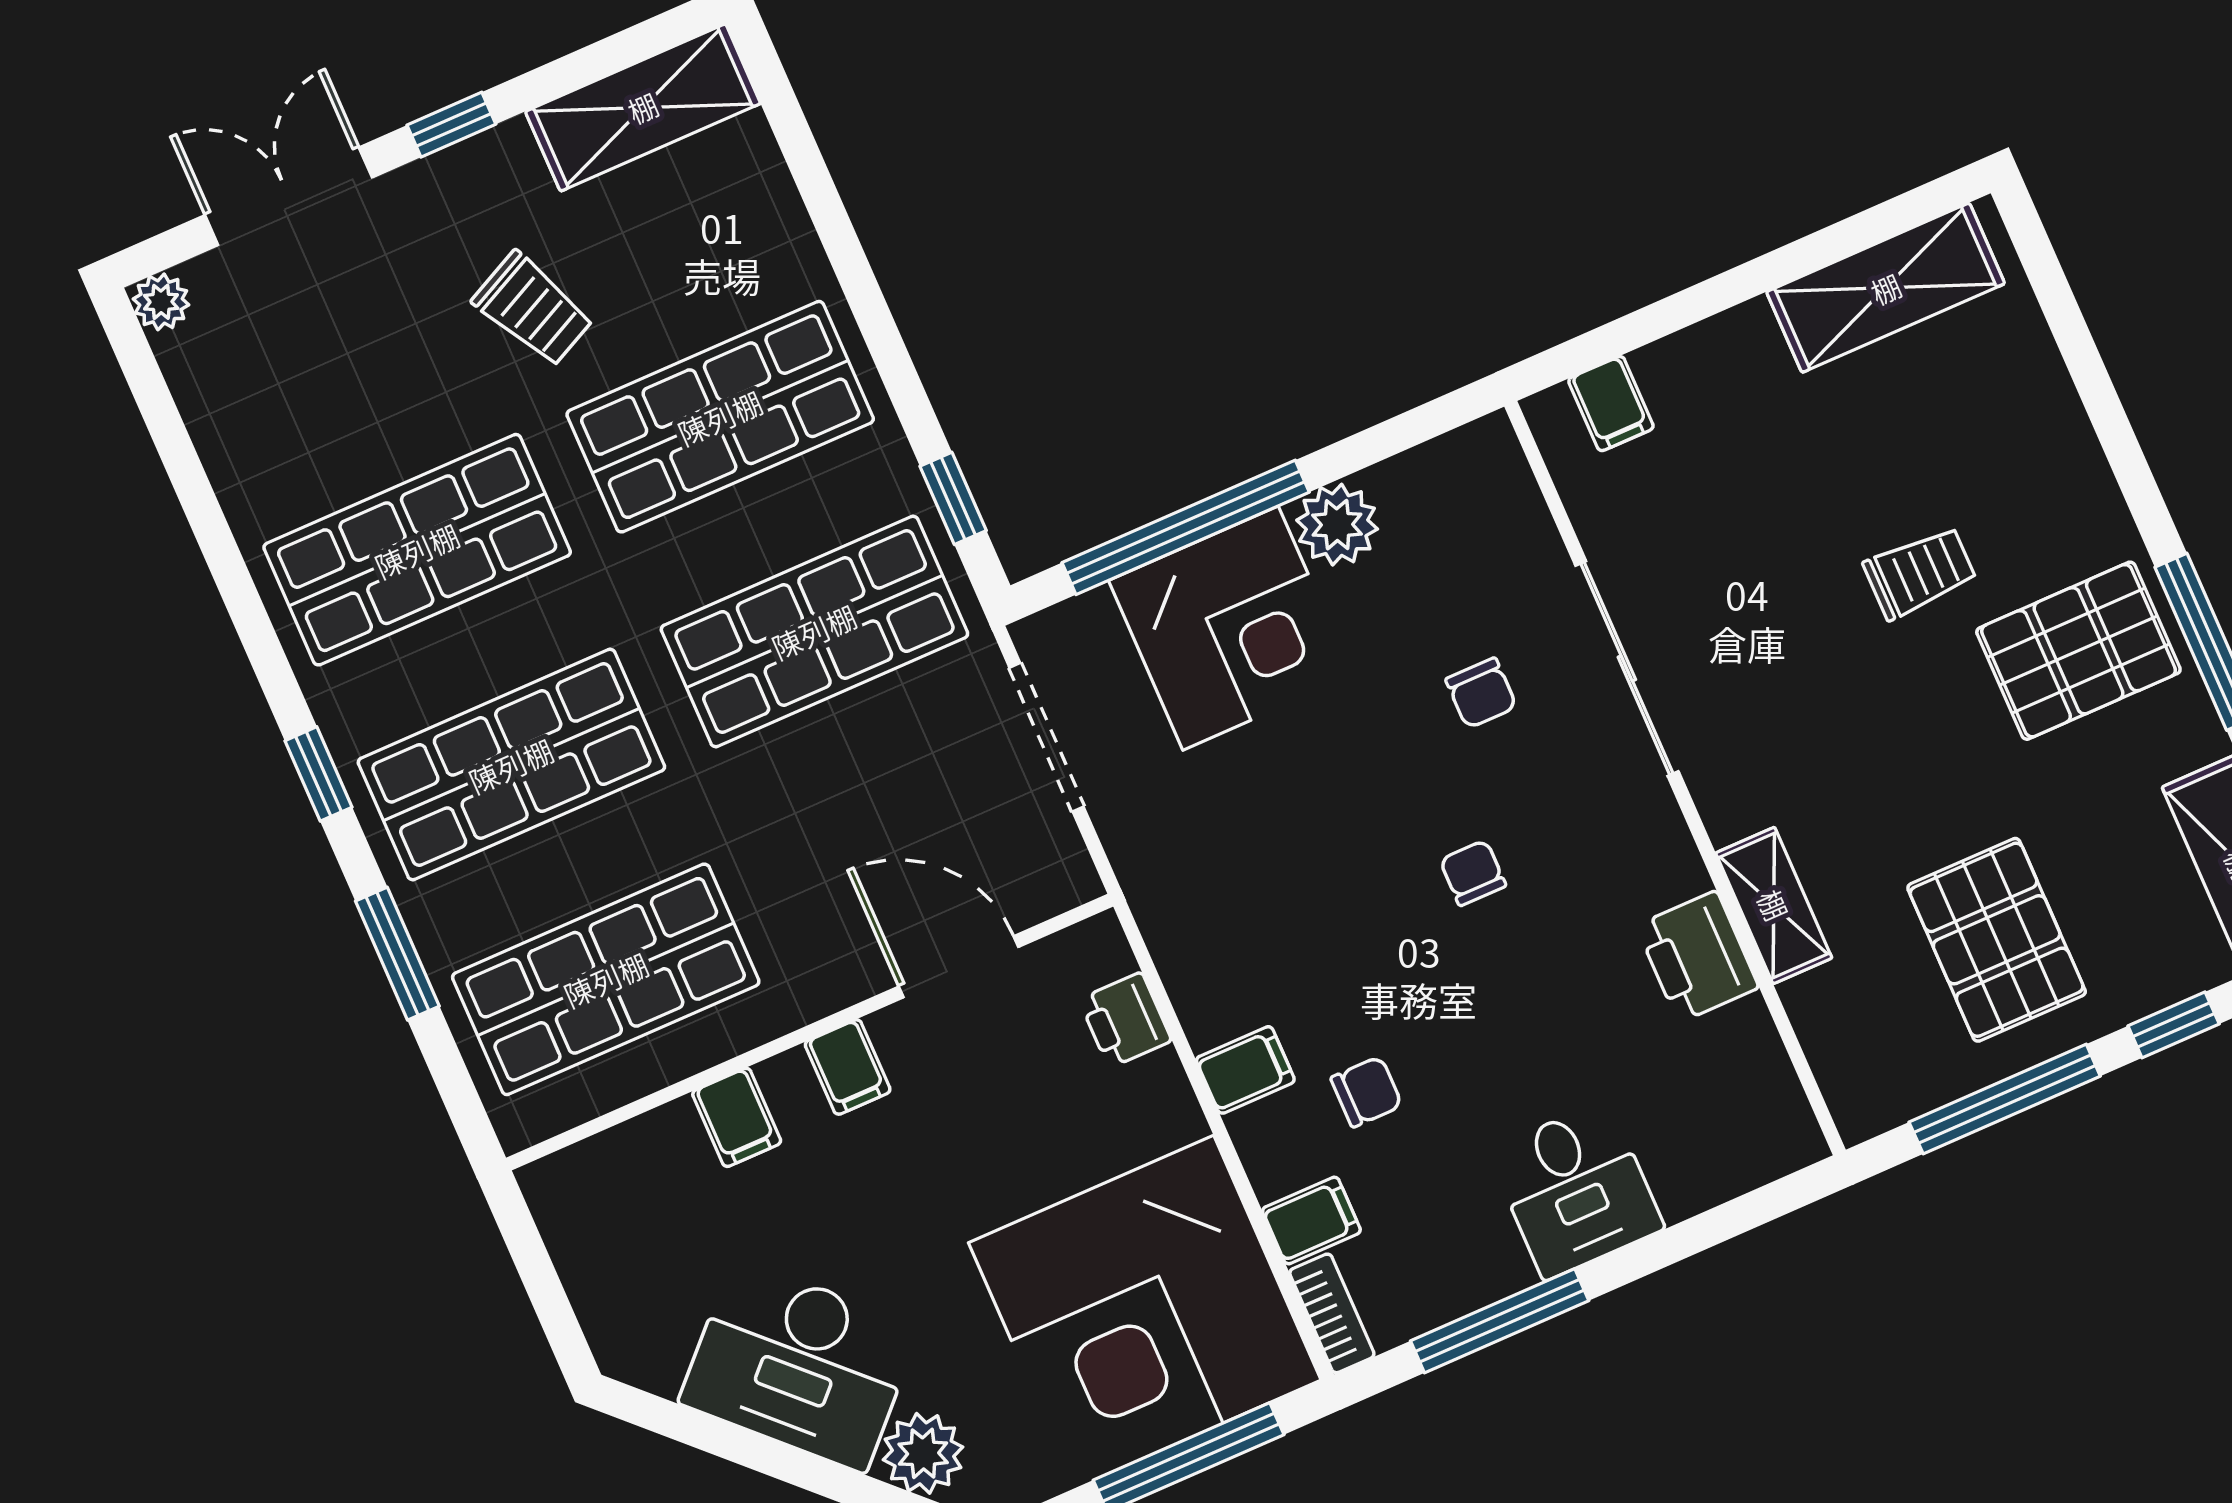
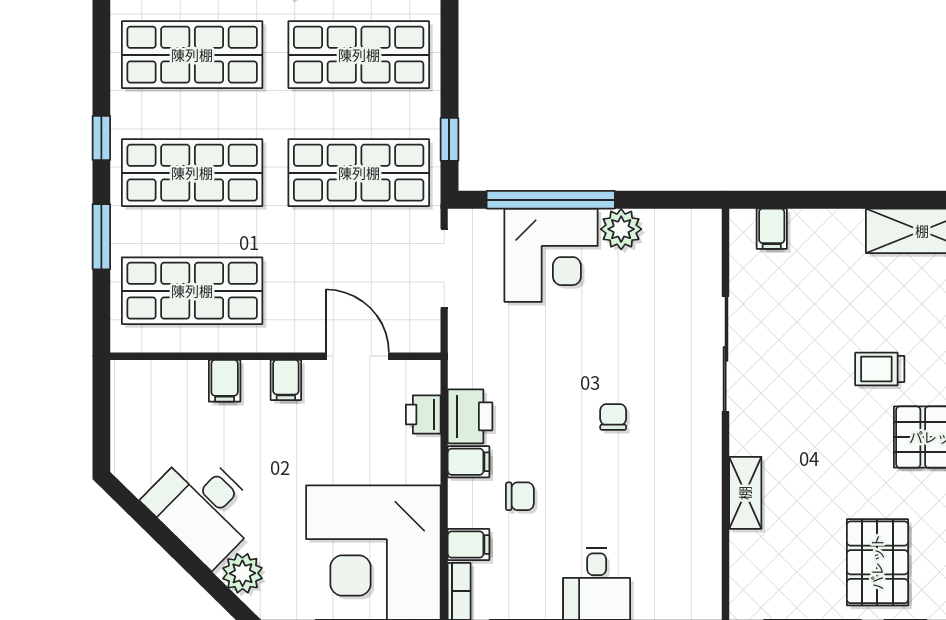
trolley: (1920, 573) -> (880, 369), turned 180
chair: (1481, 693) -> (653, 336), removed
pallet: (1997, 940) -> (877, 562), moved
printer: (1697, 957) -> (470, 416), moved, turned 180

